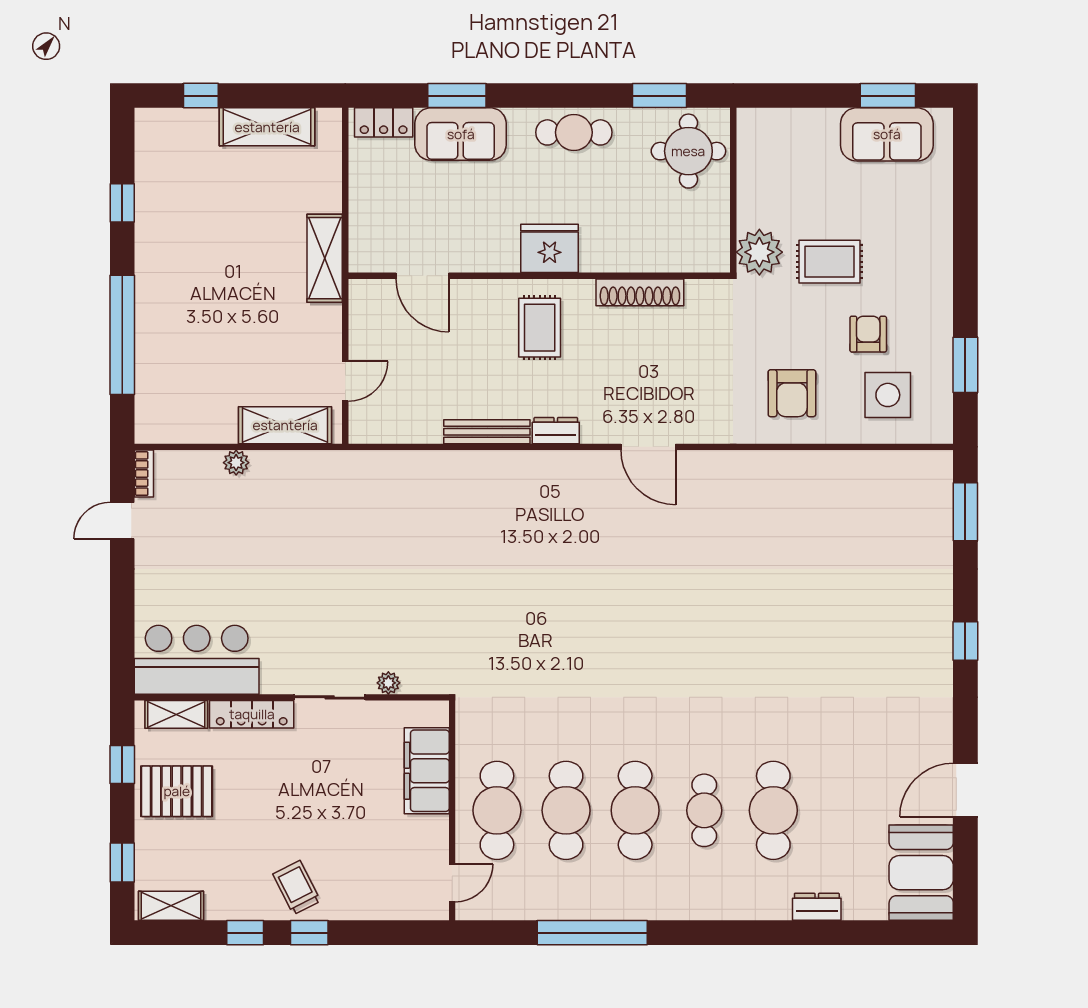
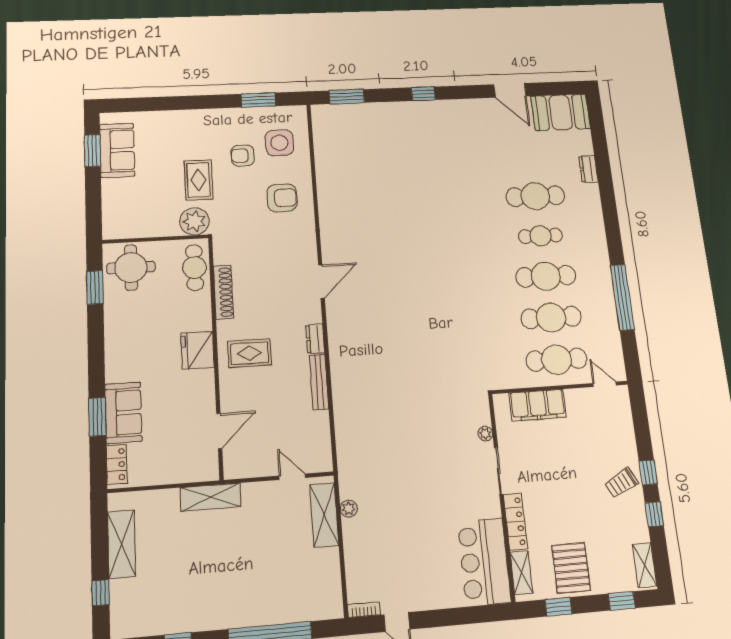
cafe table: (574, 132) -> (194, 268), moved
plant: (236, 463) -> (349, 509), moved

